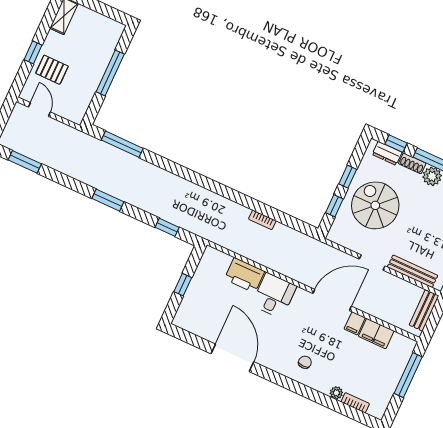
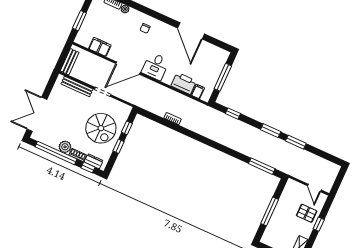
window: (25, 162) -> (296, 142), moved
window: (183, 285) -> (223, 77), width x2.17
desk: (274, 296) -> (155, 66), moved
filing cabinet: (355, 323) -> (198, 92), moved
window: (408, 375) -> (79, 21), width x0.69

